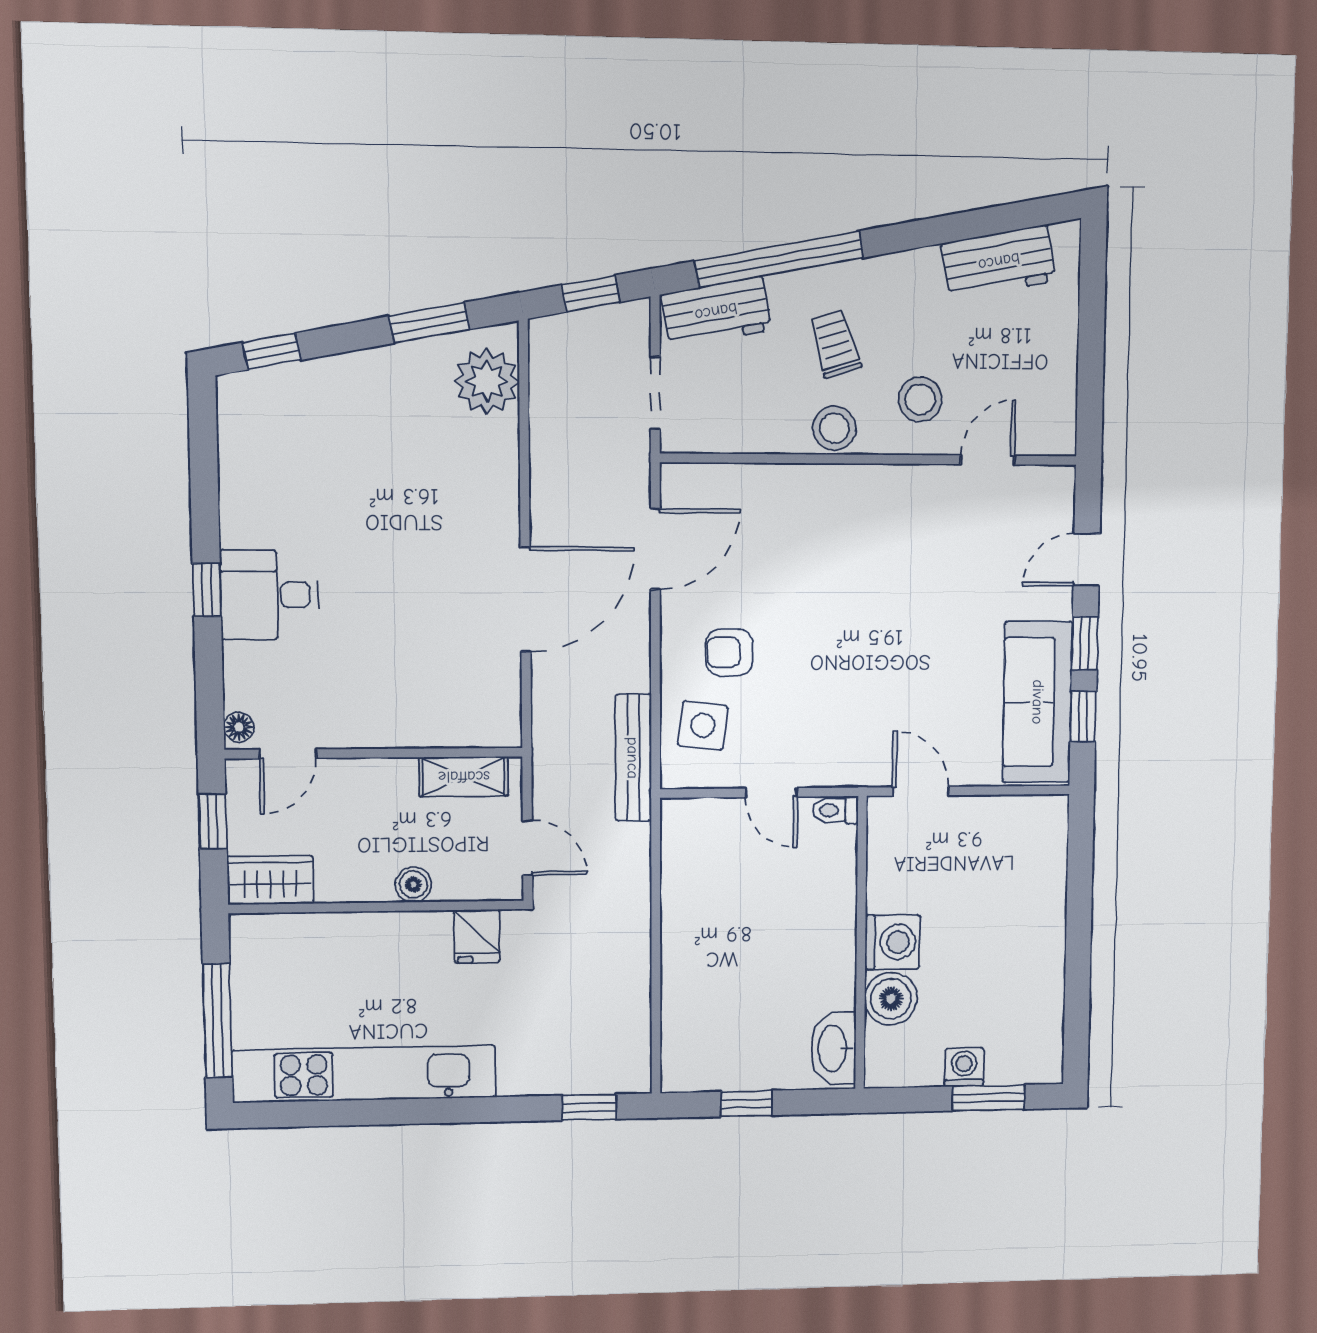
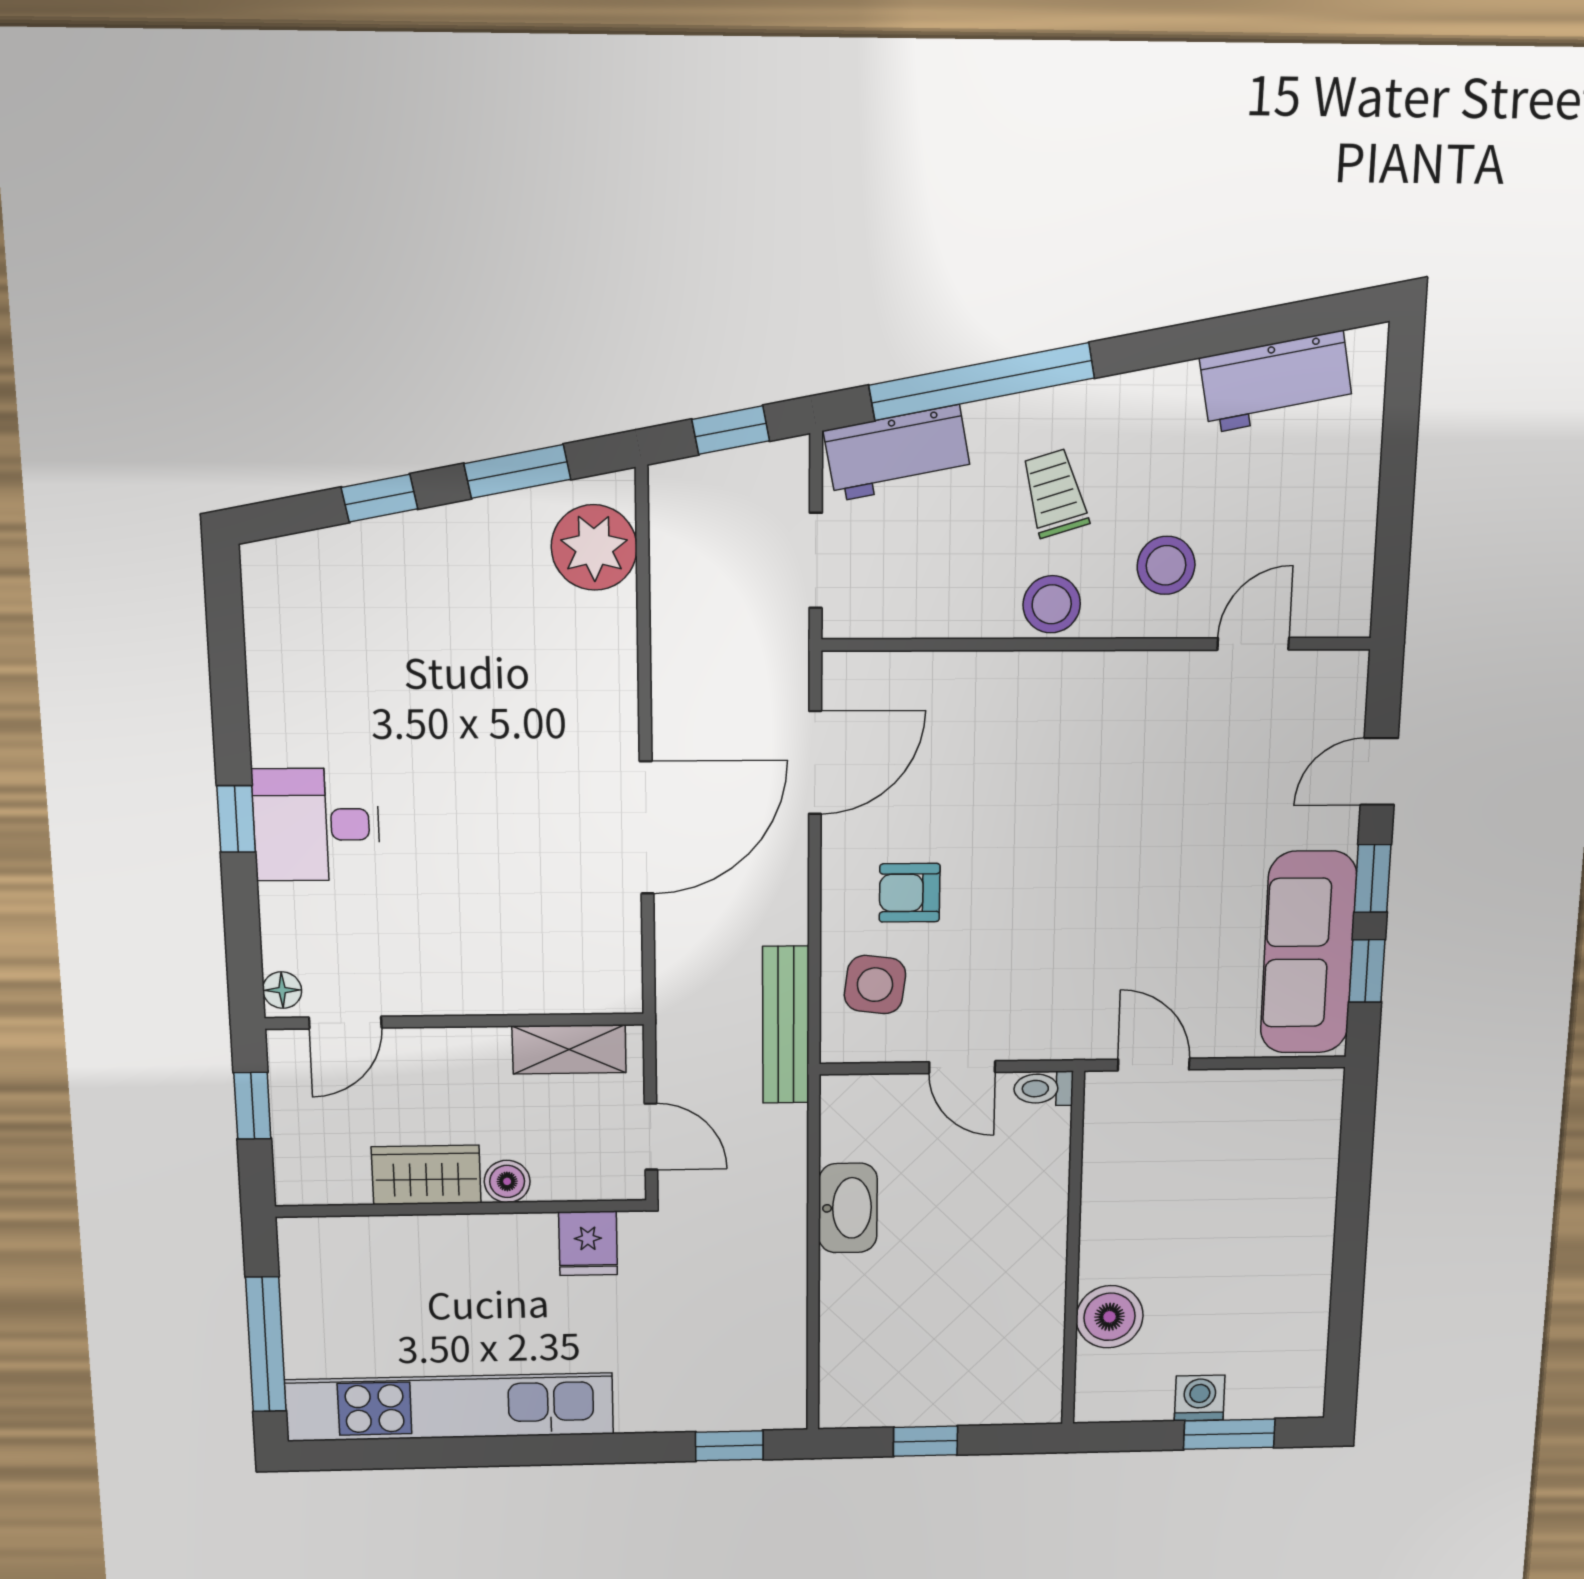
window: (272, 351) -> (380, 498), moved
wardrobe: (270, 880) -> (426, 1175), moved
washing machine: (892, 942) -> (1113, 1249), removed
washbasin: (833, 1048) -> (848, 1208), moved, turned 180

